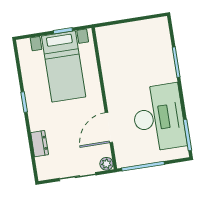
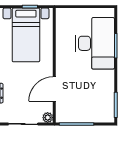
desk: (159, 118) -> (95, 43), moved

